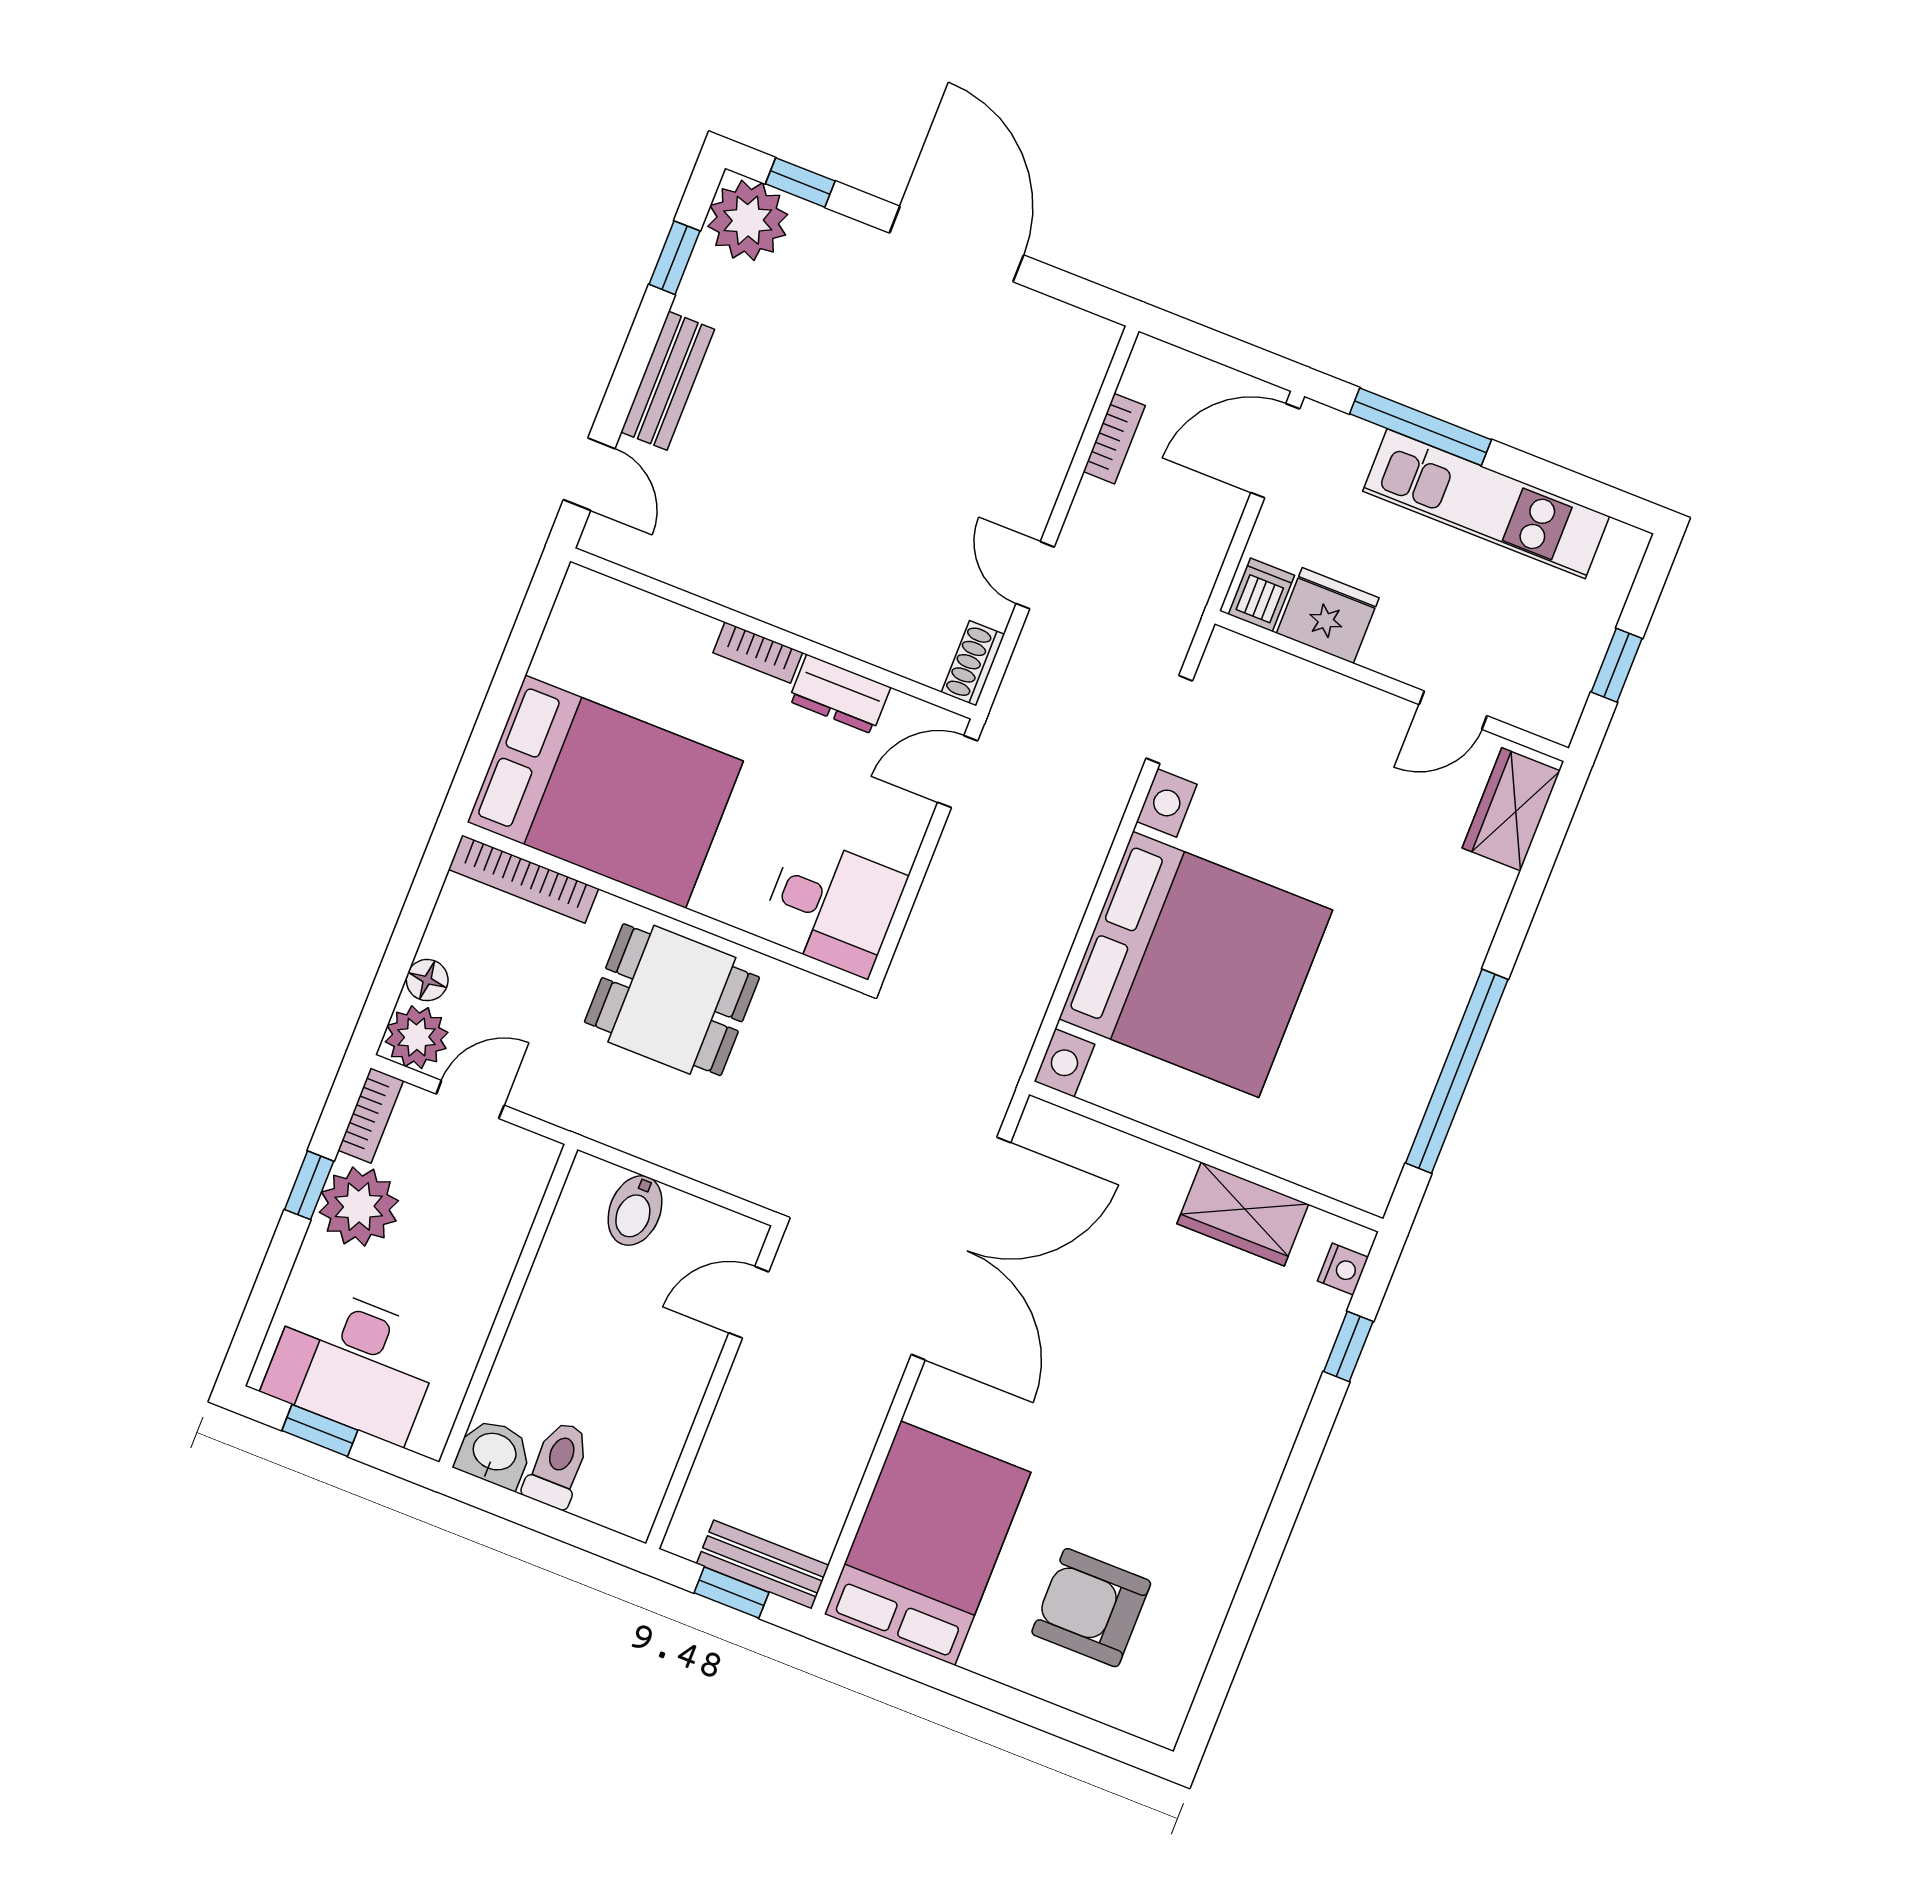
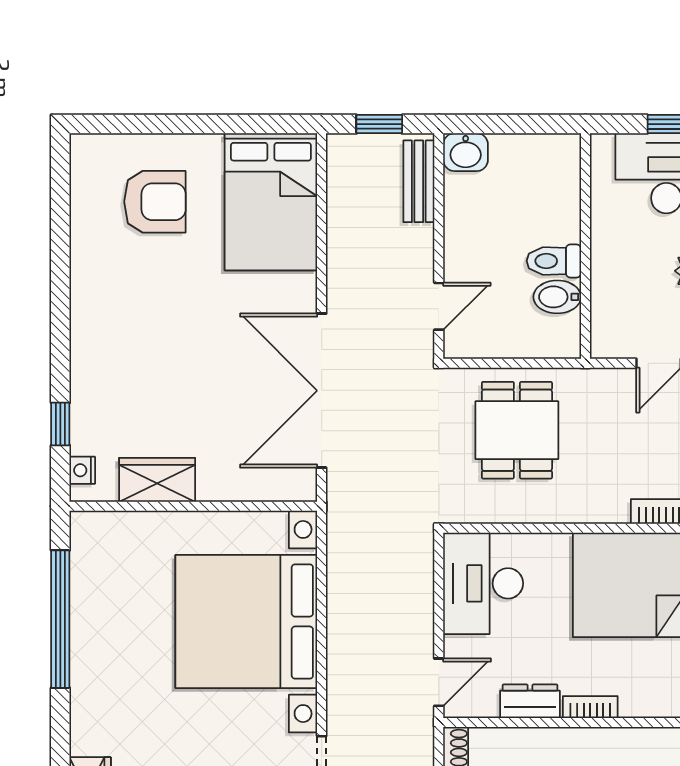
desk: (833, 906) -> (483, 583), width x1.37
dining table: (672, 1000) -> (517, 430), moved, turned 90
bidet: (635, 1211) -> (557, 297), moved, turned -90
washbasin: (494, 1453) -> (466, 152), moved
toilet: (558, 1465) -> (554, 261), moved, turned 90
bench: (763, 1565) -> (419, 181), moved, turned 90

